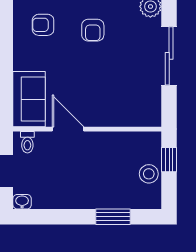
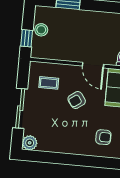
armchair: (93, 30) -> (77, 100), moved, turned -126
coffee table: (131, 97) -> (49, 83), added

